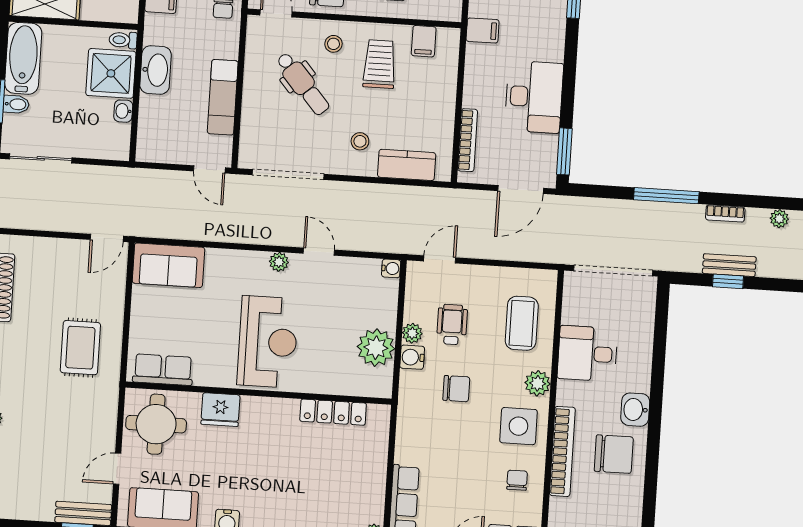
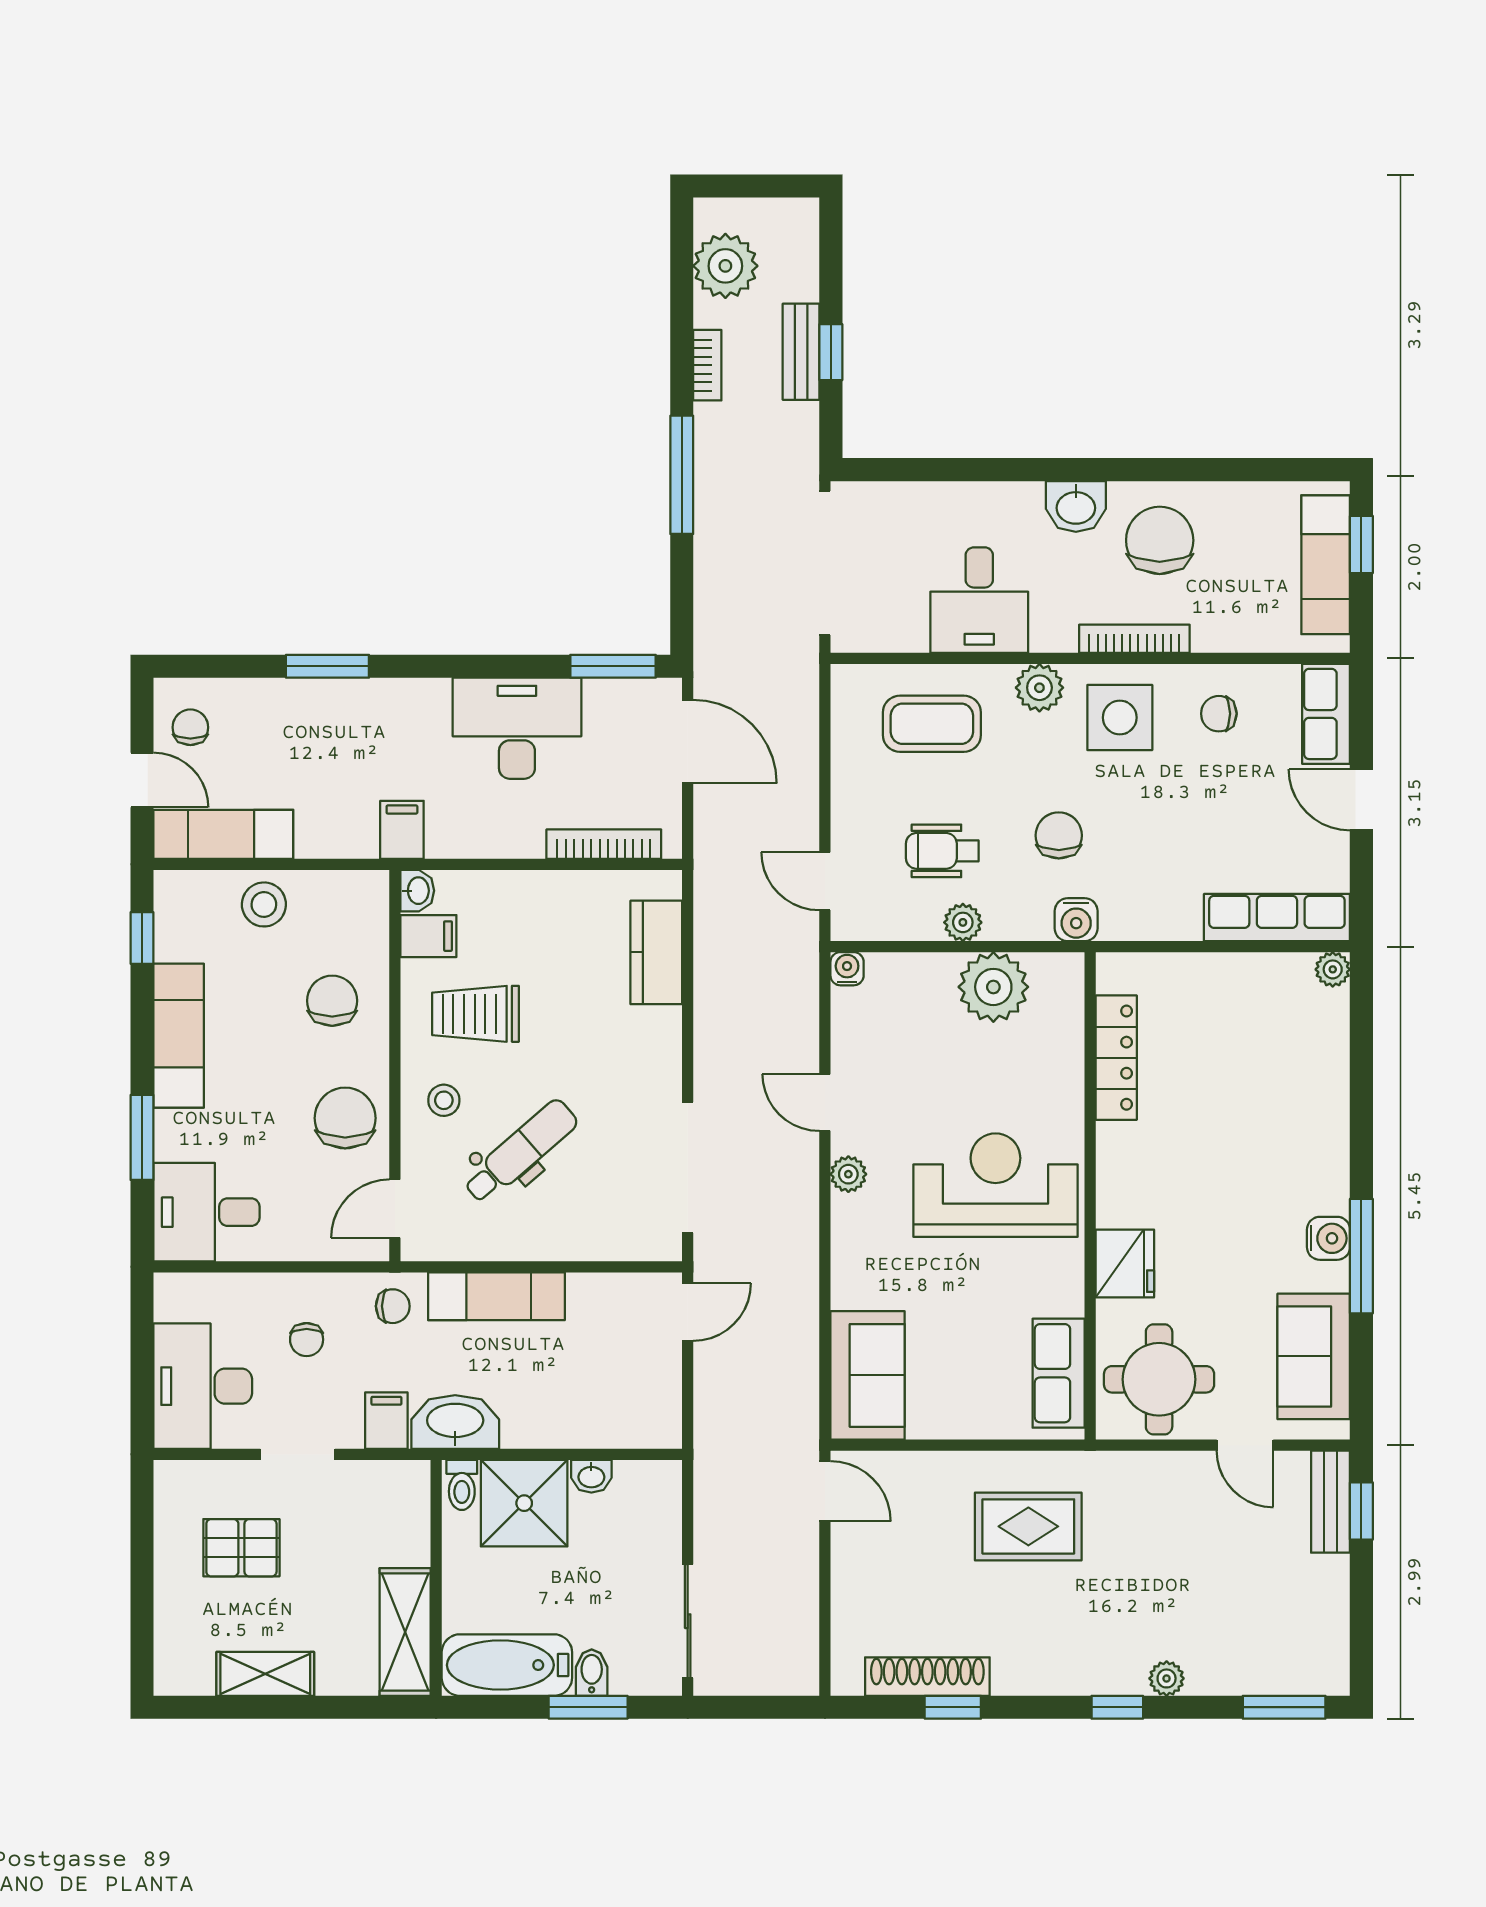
washbasin: (449, 37) -> (417, 891), added
washbasin: (156, 70) -> (455, 1422), moved
exam couch: (223, 97) -> (496, 1296), moved
stool: (360, 141) -> (619, 1040), removed
plant: (779, 219) -> (725, 266), width x1.88, depth x1.88
door: (319, 252) -> (825, 1103), hinge flipped
water cooler: (412, 357) -> (1076, 920), moved
bookcase: (562, 451) -> (1134, 639), width x0.68, depth x0.76

